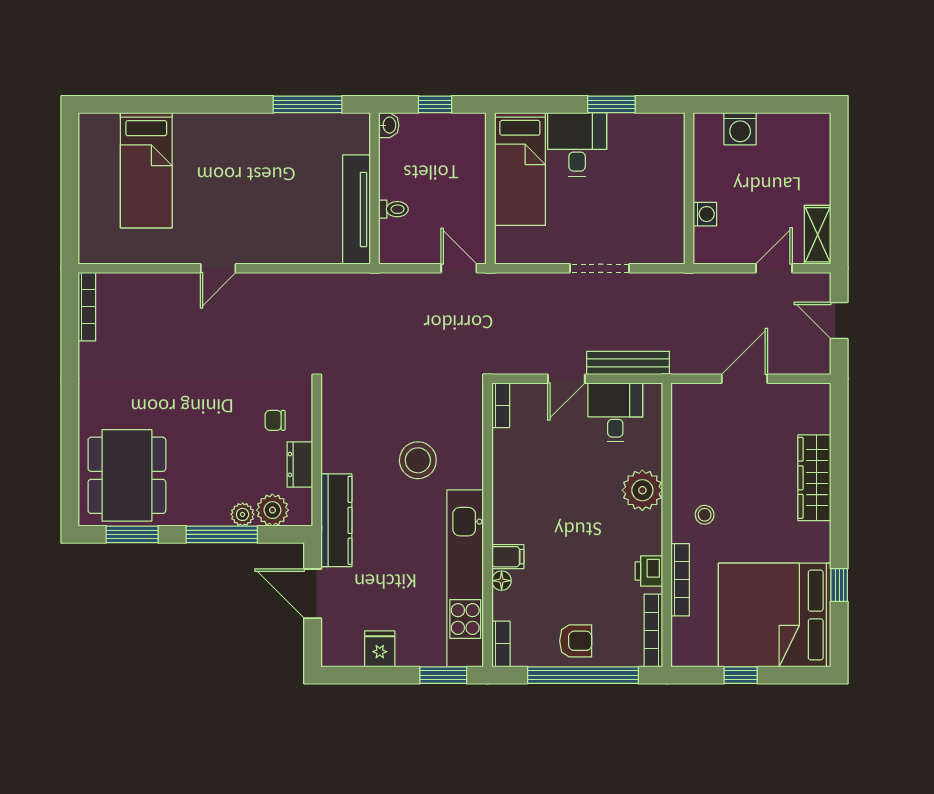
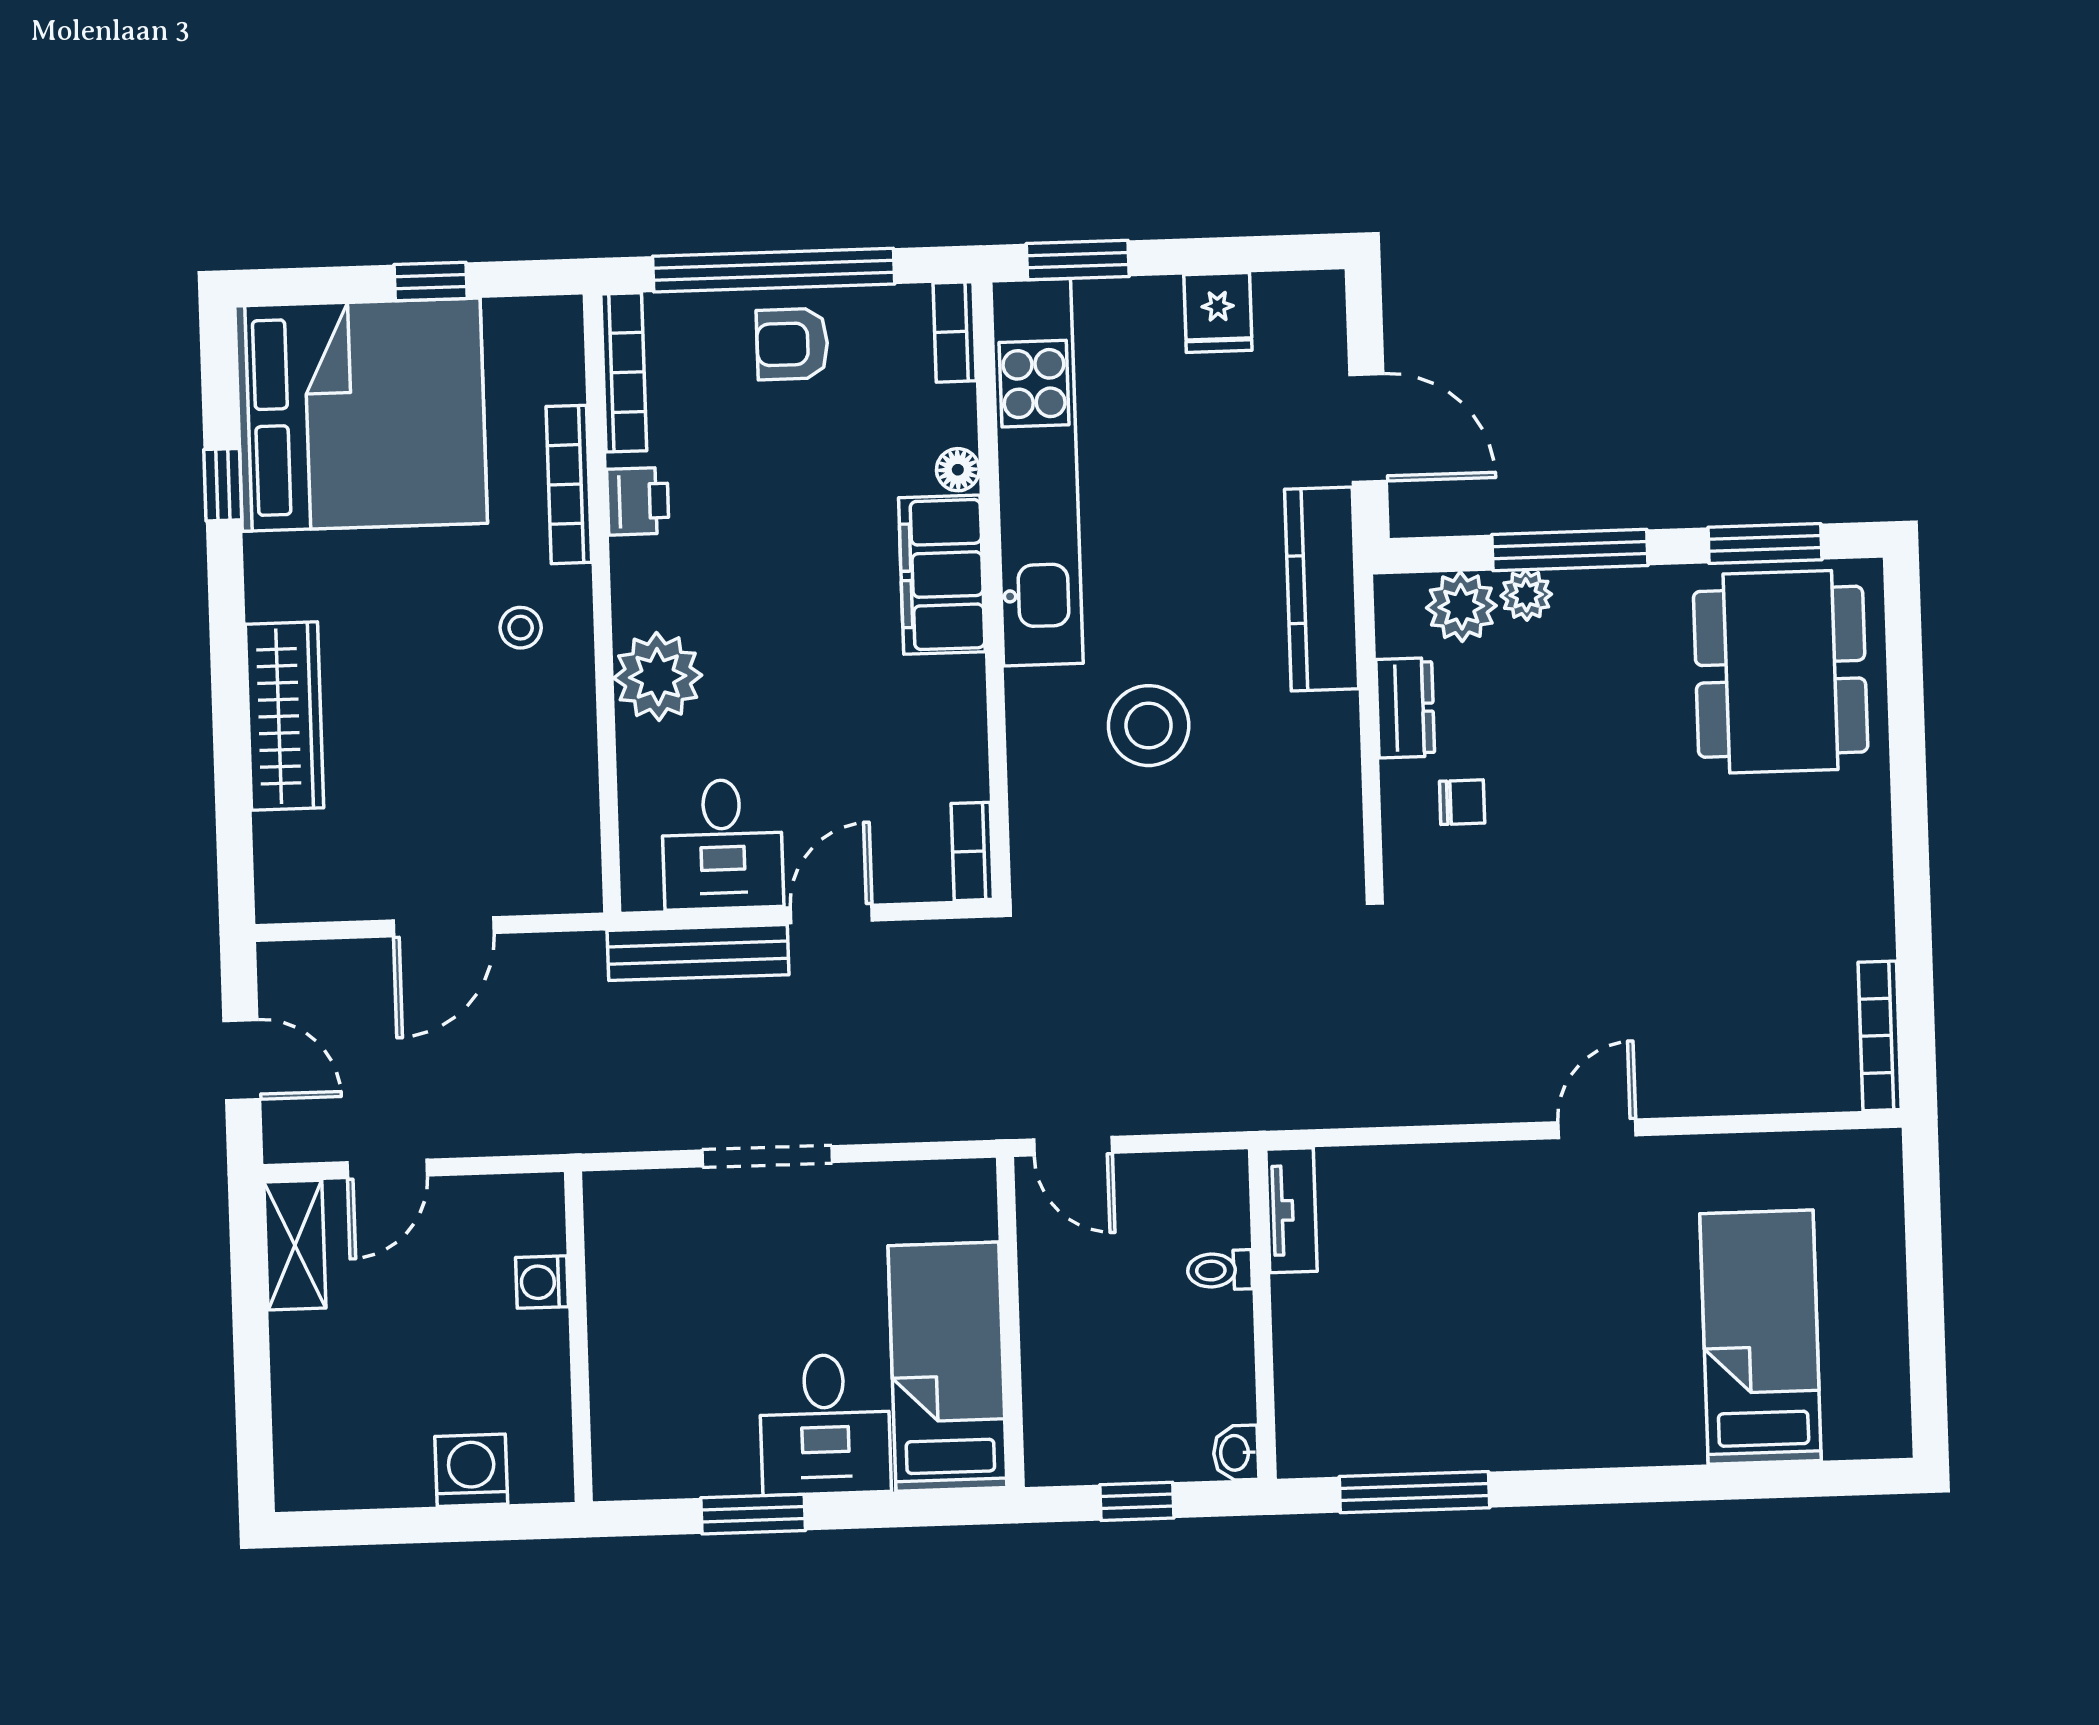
tv unit: (356, 209) -> (1292, 1210), width x0.52, depth x0.78
filing cabinet: (508, 557) -> (942, 575), width x3.00, depth x1.17

